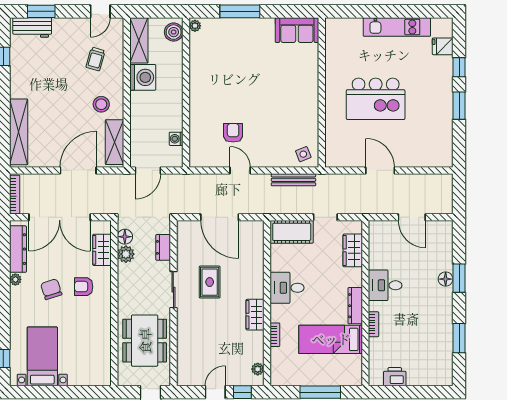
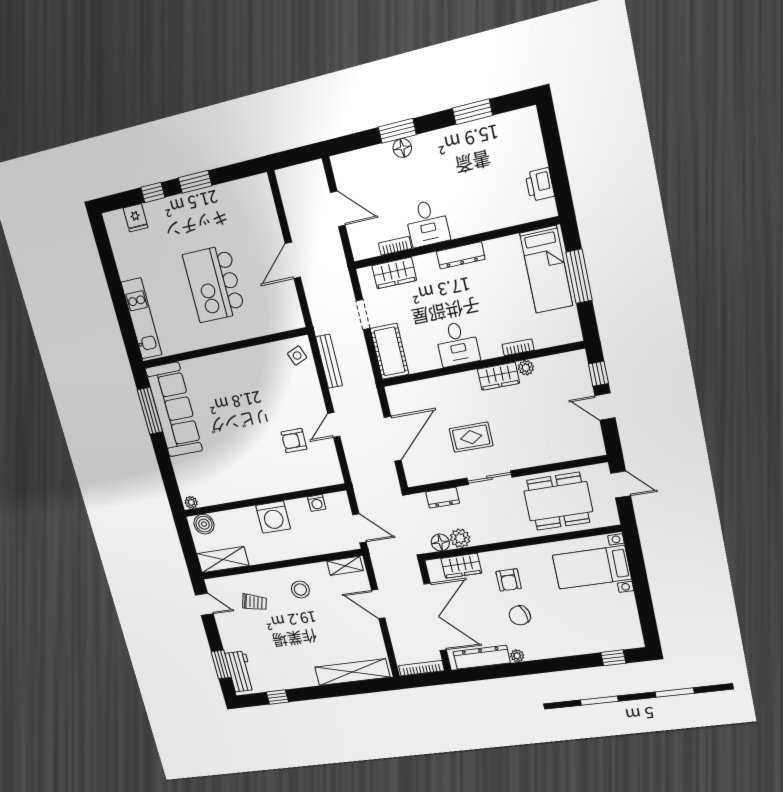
window: (240, 11) -> (150, 411), moved
kitchen unit: (397, 27) -> (142, 318), moved
sofa: (297, 30) -> (174, 410), width x1.85, depth x1.27
washing machine: (143, 77) -> (273, 517), moved, turned 180
kitchen island: (376, 99) -> (214, 284), turned 180
shelving: (114, 142) -> (345, 566), width x0.67, depth x0.75
door: (78, 170) -> (378, 604), width x0.73
door: (412, 217) -> (338, 209), hinge flipped
bookcase: (374, 324) -> (395, 246), moved
bed: (331, 339) -> (546, 269), moved
bed with nightstands: (42, 356) -> (592, 567), moved
plant: (258, 369) -> (526, 368), moved

